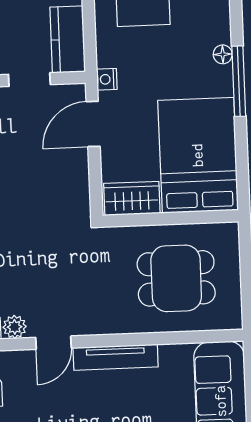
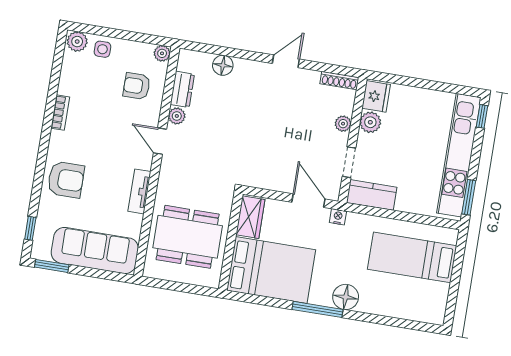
floor lamp: (223, 54) -> (346, 297), width x1.89, depth x1.89
dining table: (176, 278) -> (188, 237), width x1.38
tv unit: (116, 357) -> (139, 191), width x0.71

